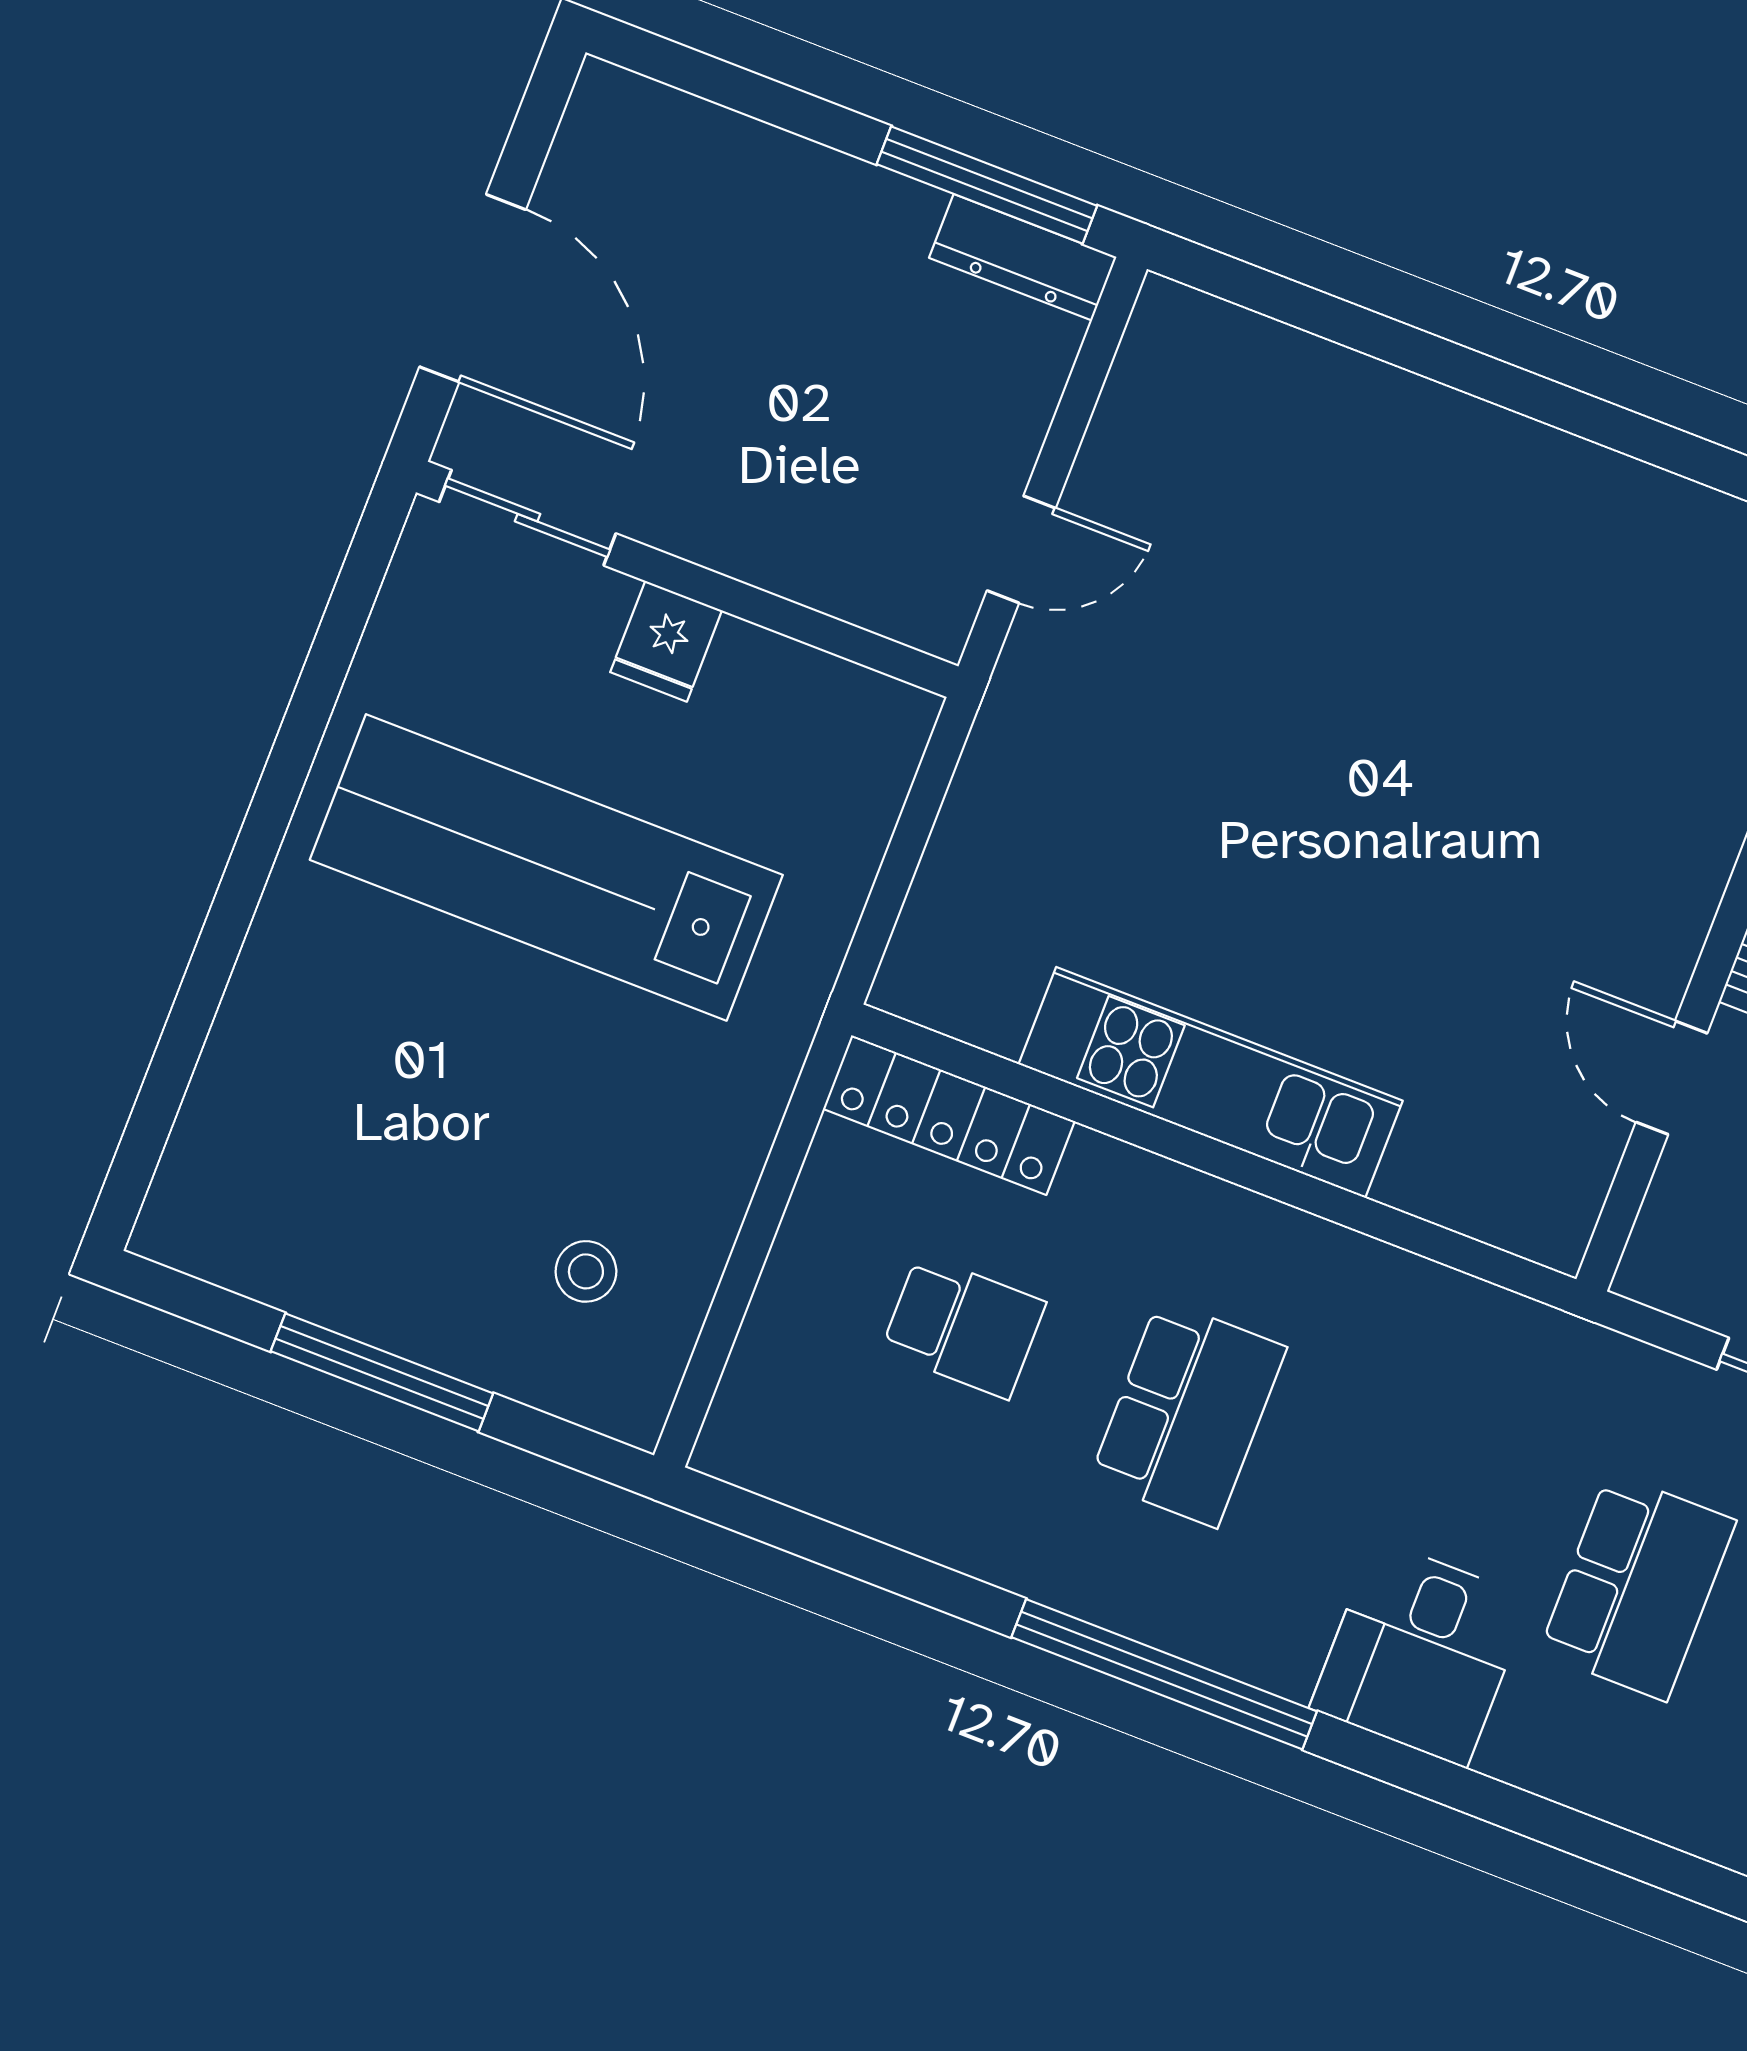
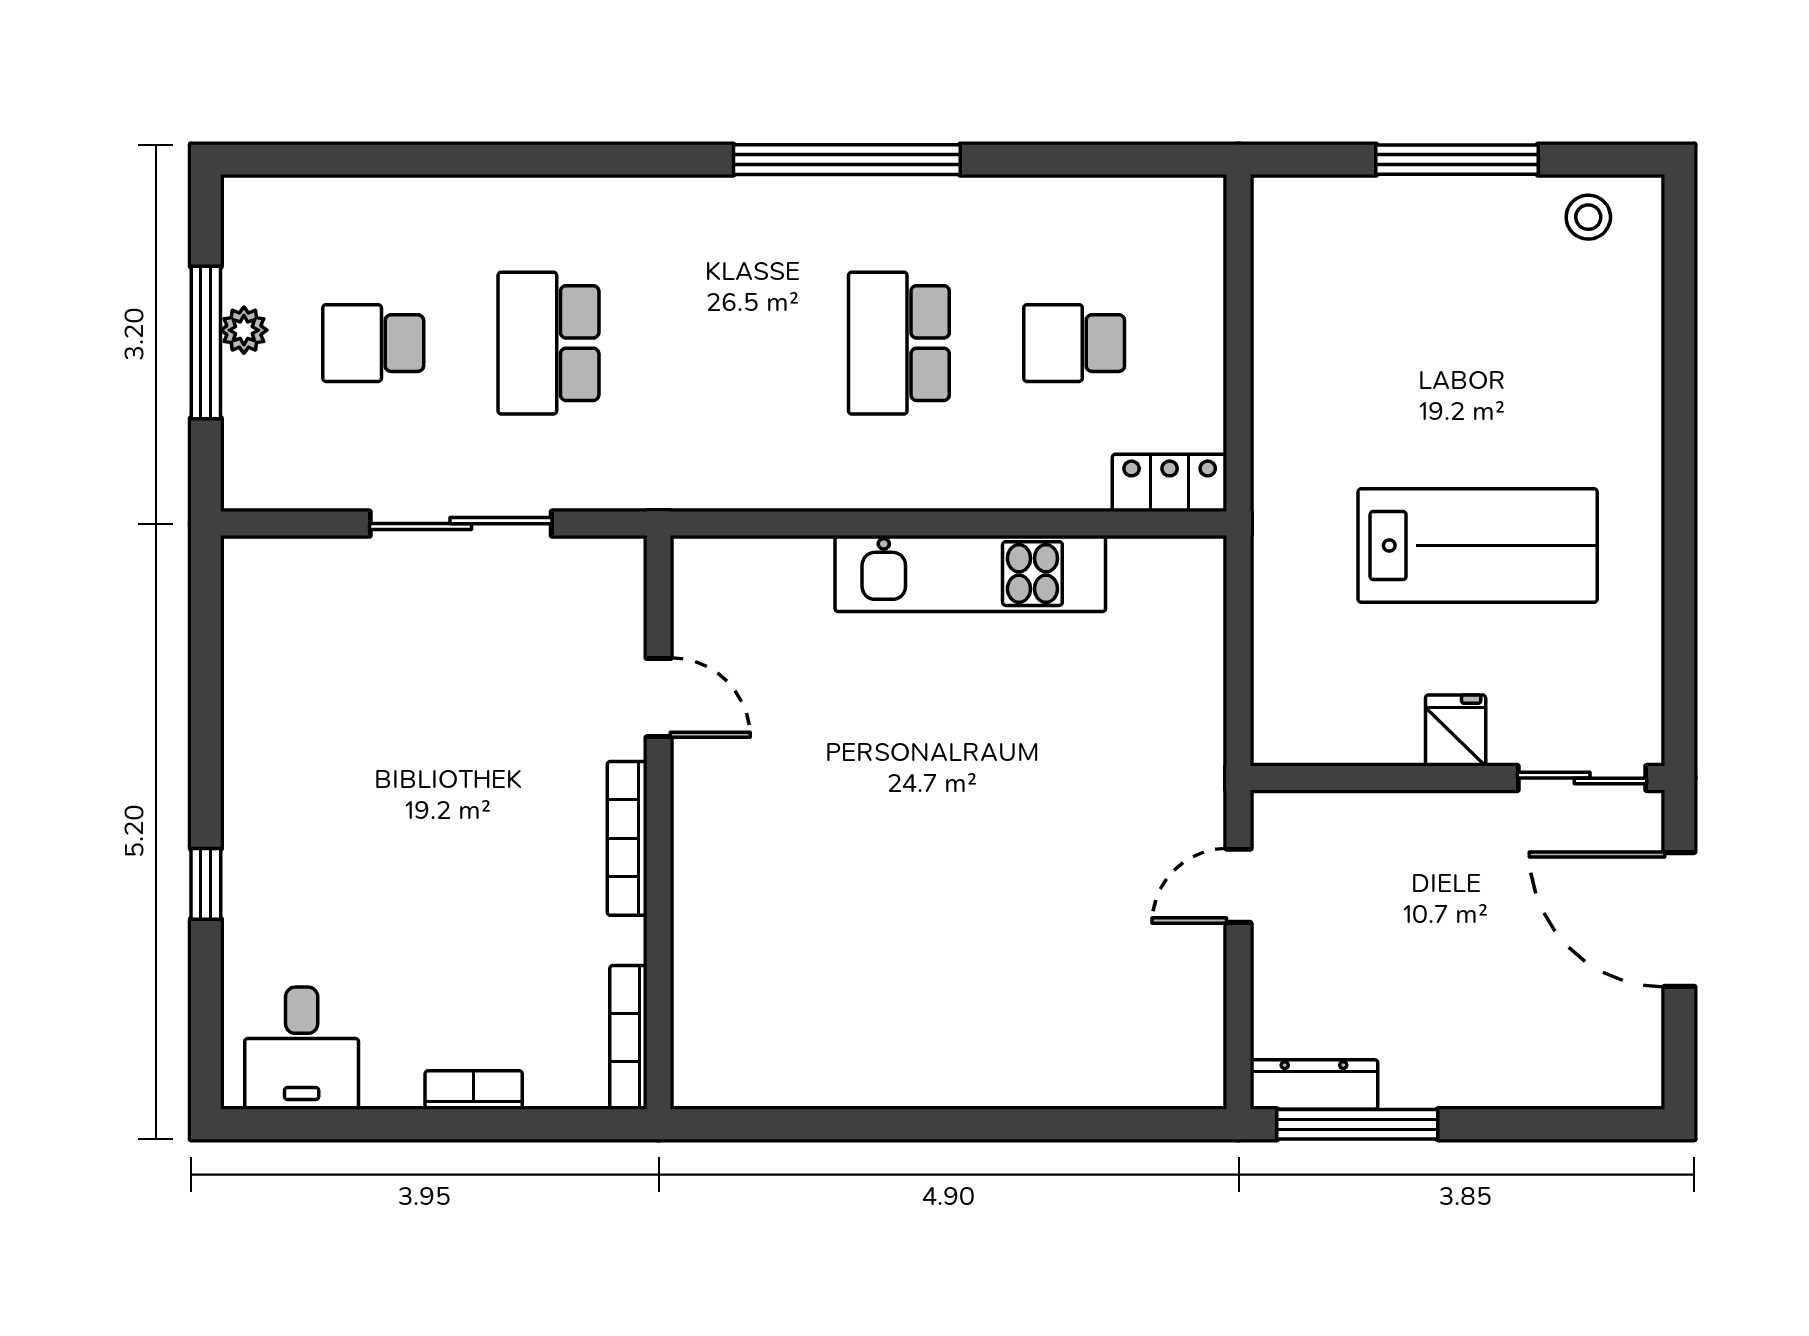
lab bench: (546, 867) -> (1478, 546), width x0.73
locker: (949, 1115) -> (1170, 483), width x0.66
stool: (586, 1271) -> (1588, 217), moved
desk: (1421, 1653) -> (678, 241), removed

